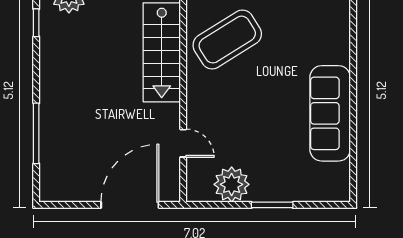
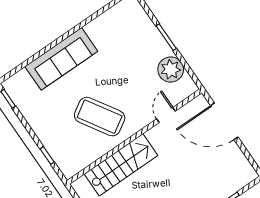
coffee table: (227, 40) -> (100, 117), moved
sofa: (330, 113) -> (61, 59), moved

